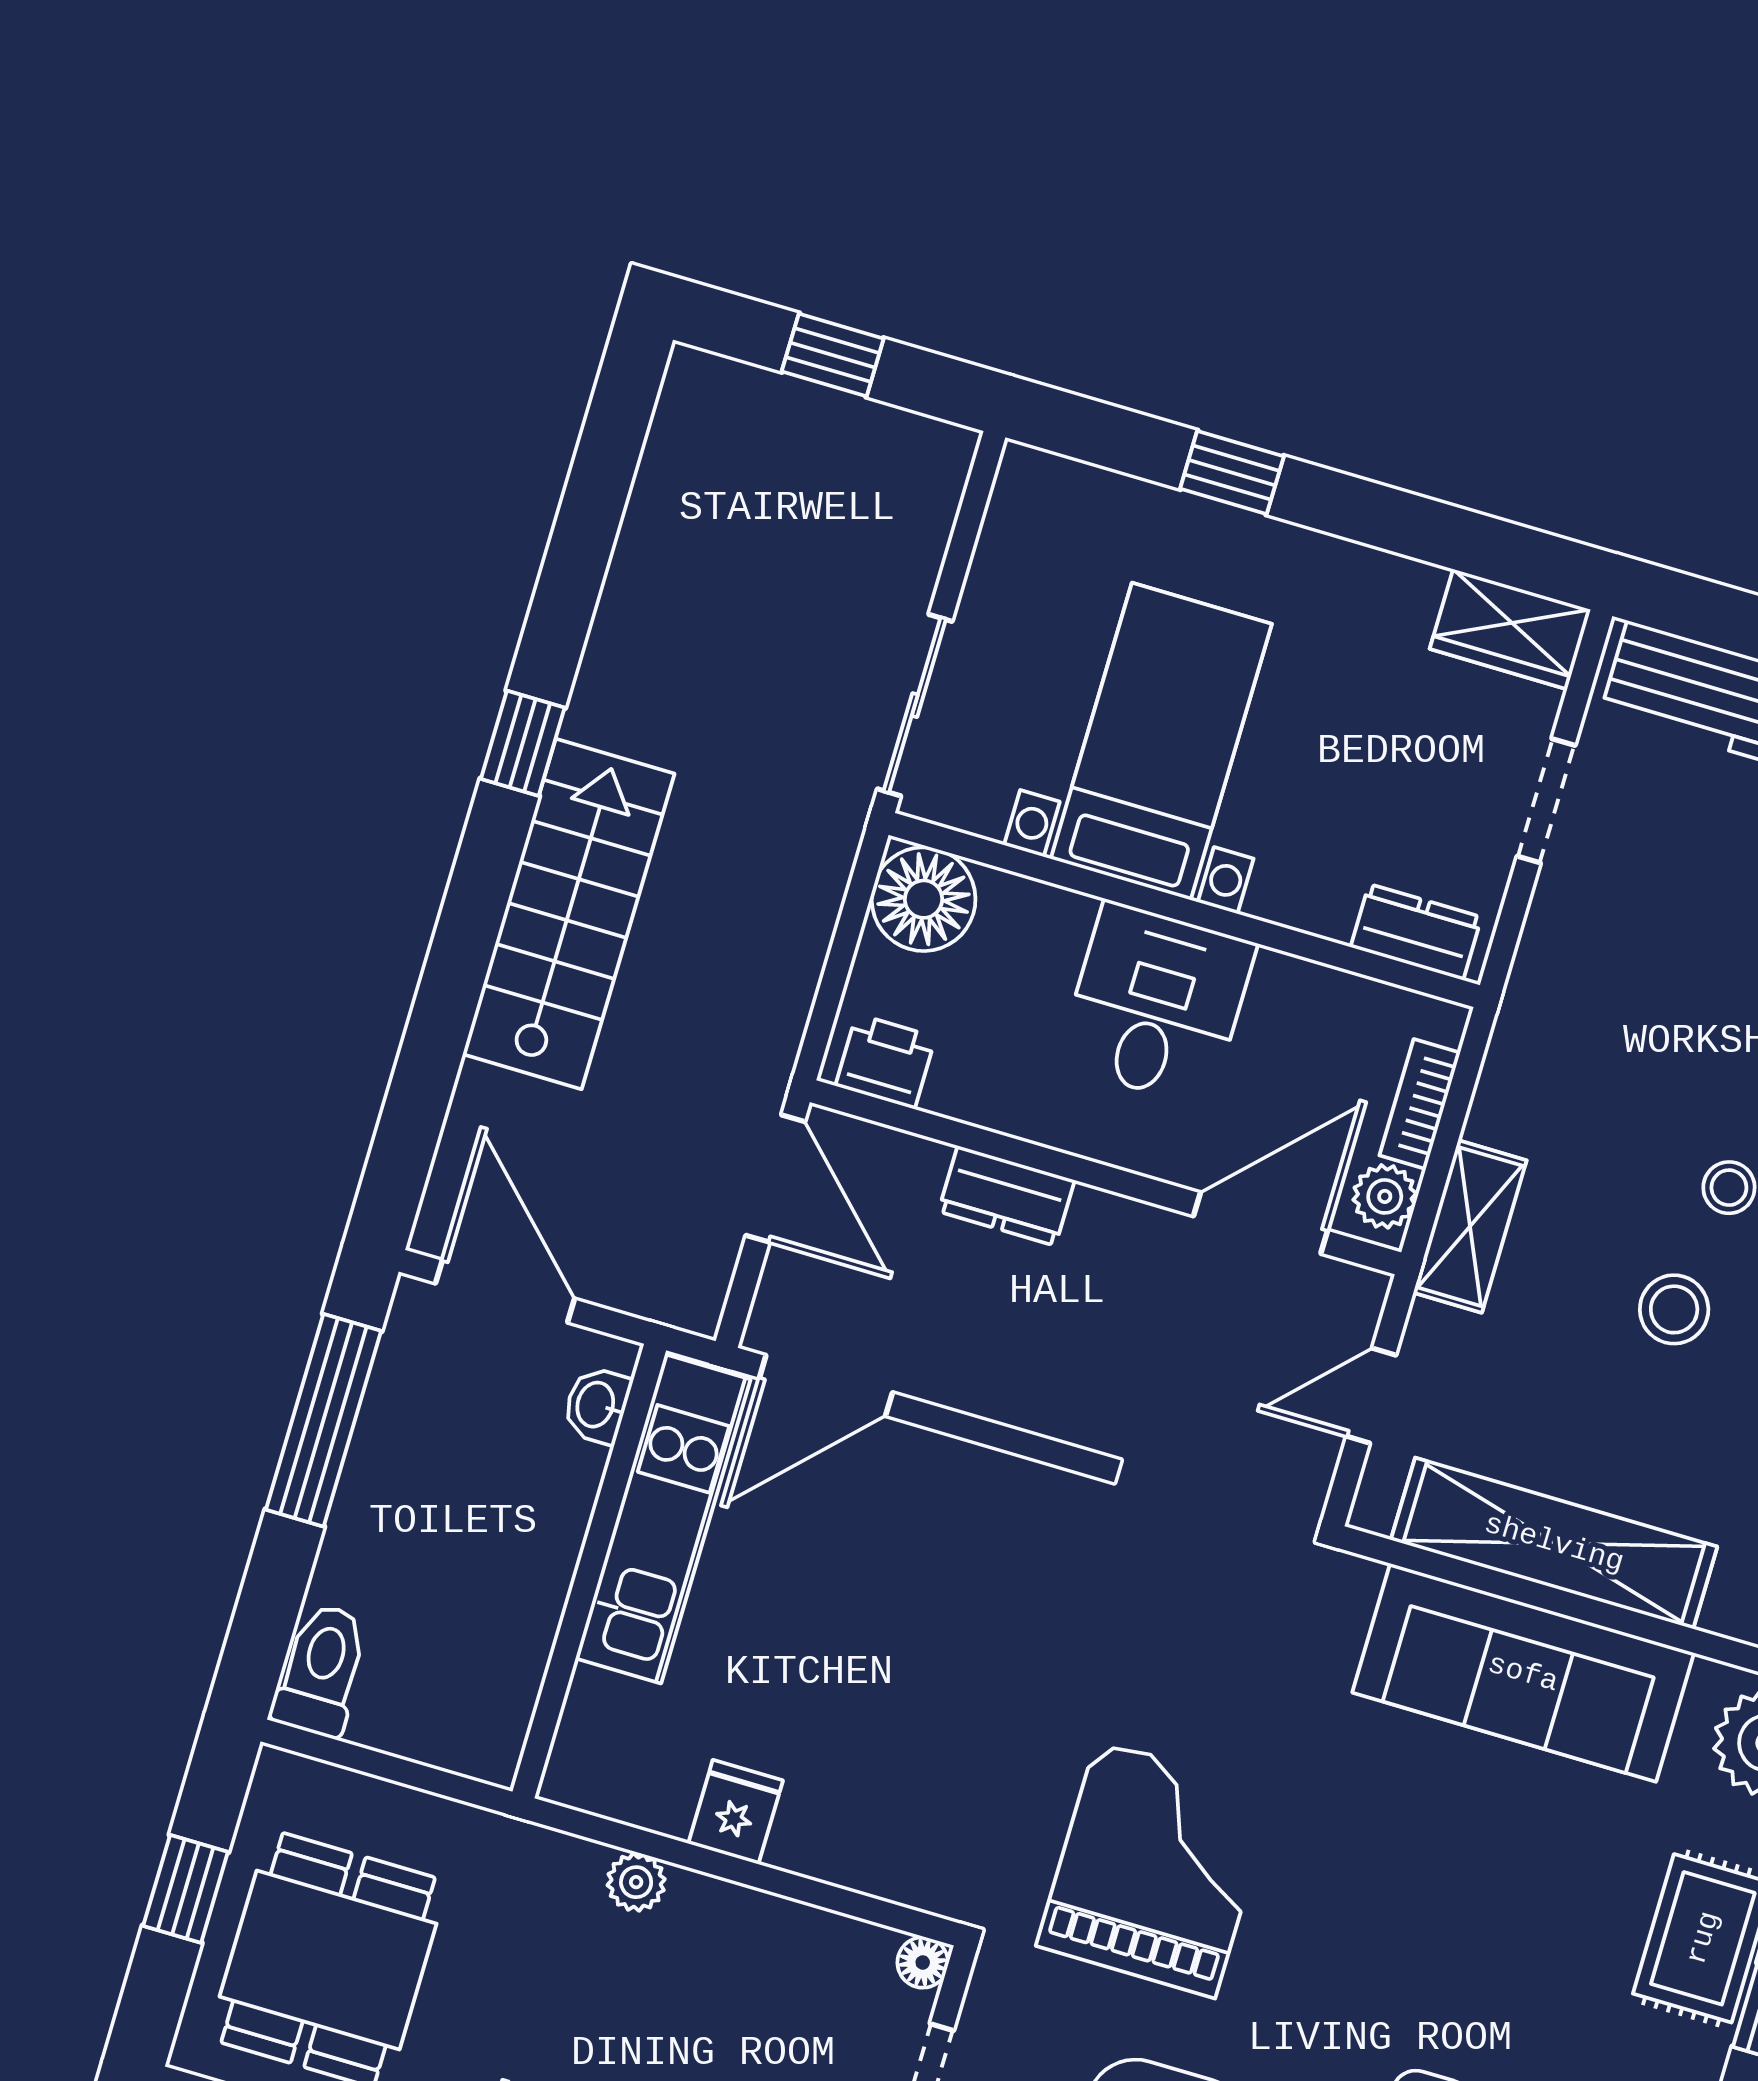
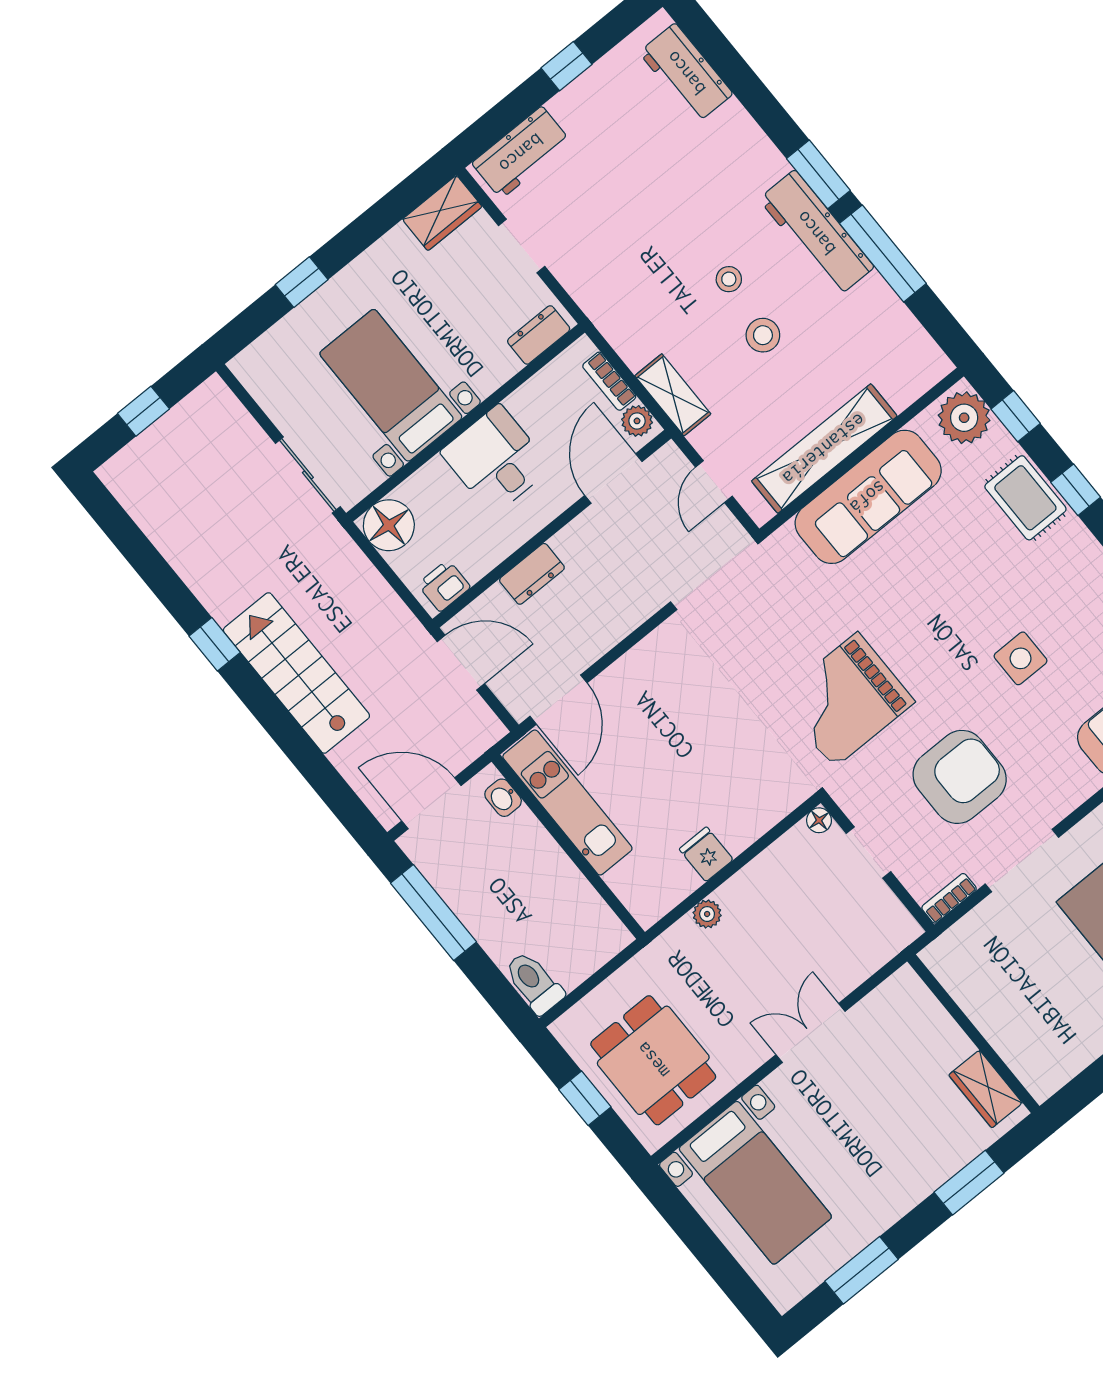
grand piano: (1156, 1869) -> (846, 700), turned -90

